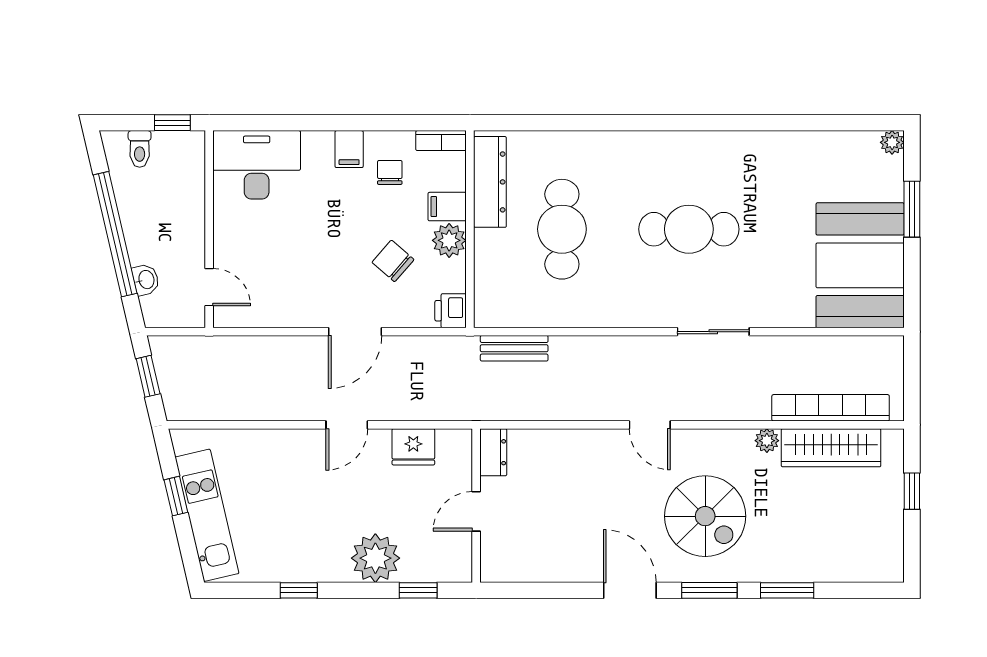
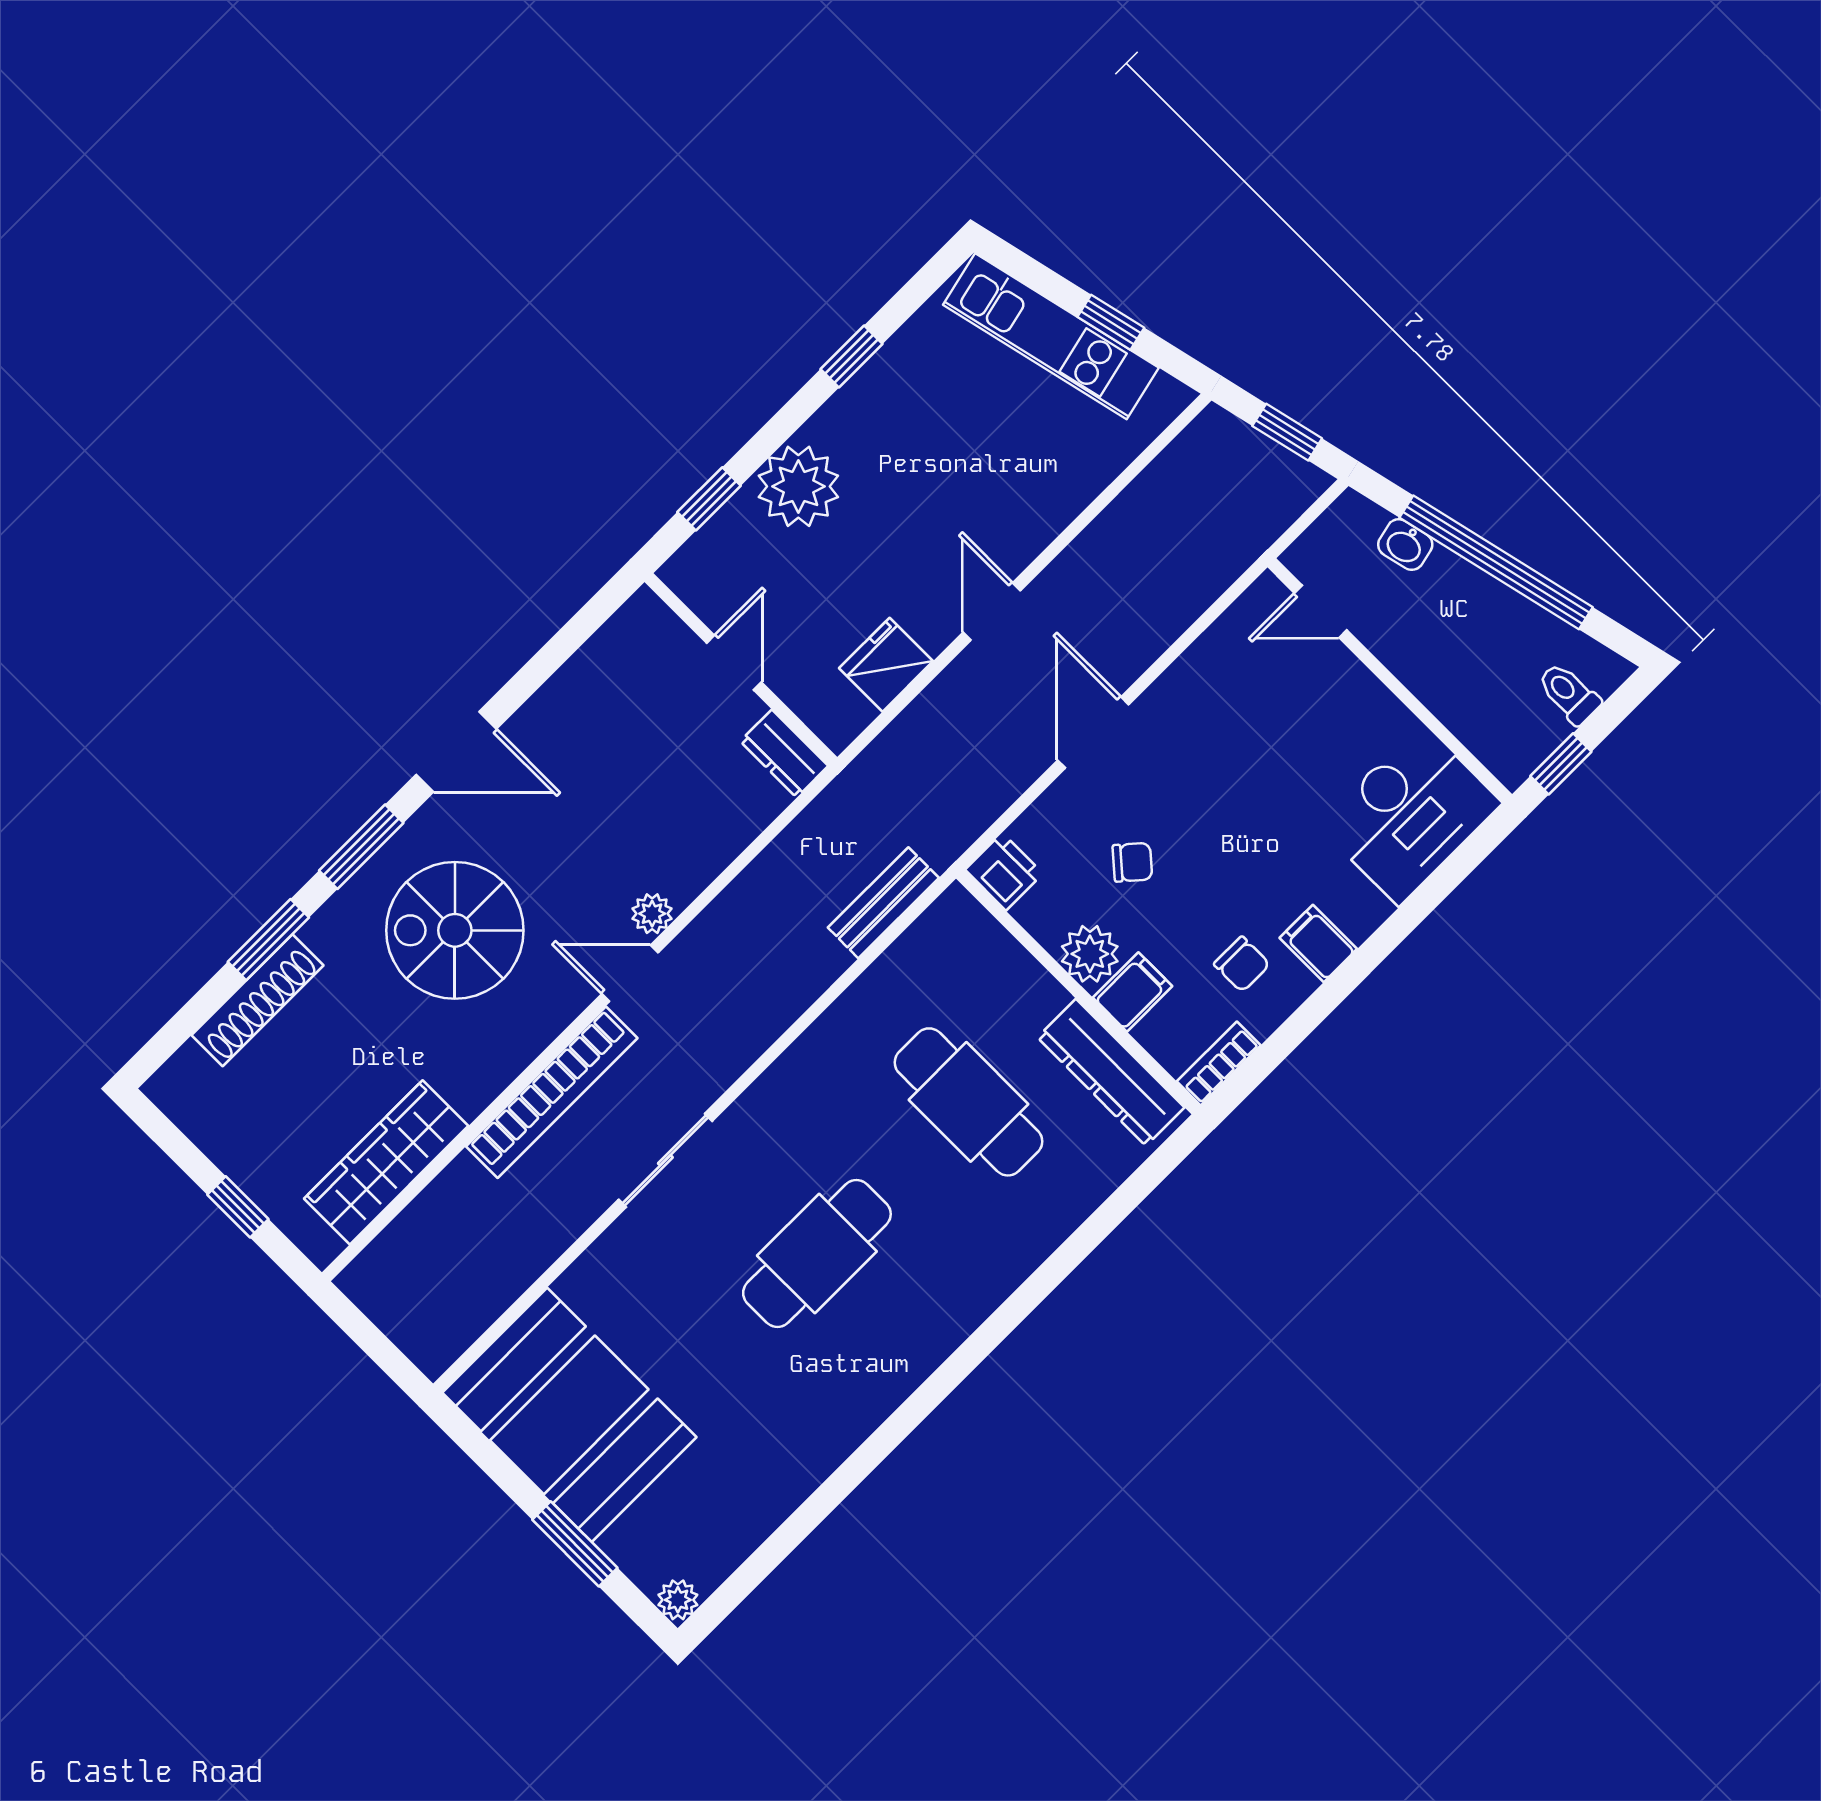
chair: (393, 261) -> (1132, 862), width x0.73, depth x0.73
bookcase: (831, 408) -> (552, 1092), moved
plant: (767, 441) -> (652, 914), moved
shoe rack: (817, 569) -> (258, 1000), added

